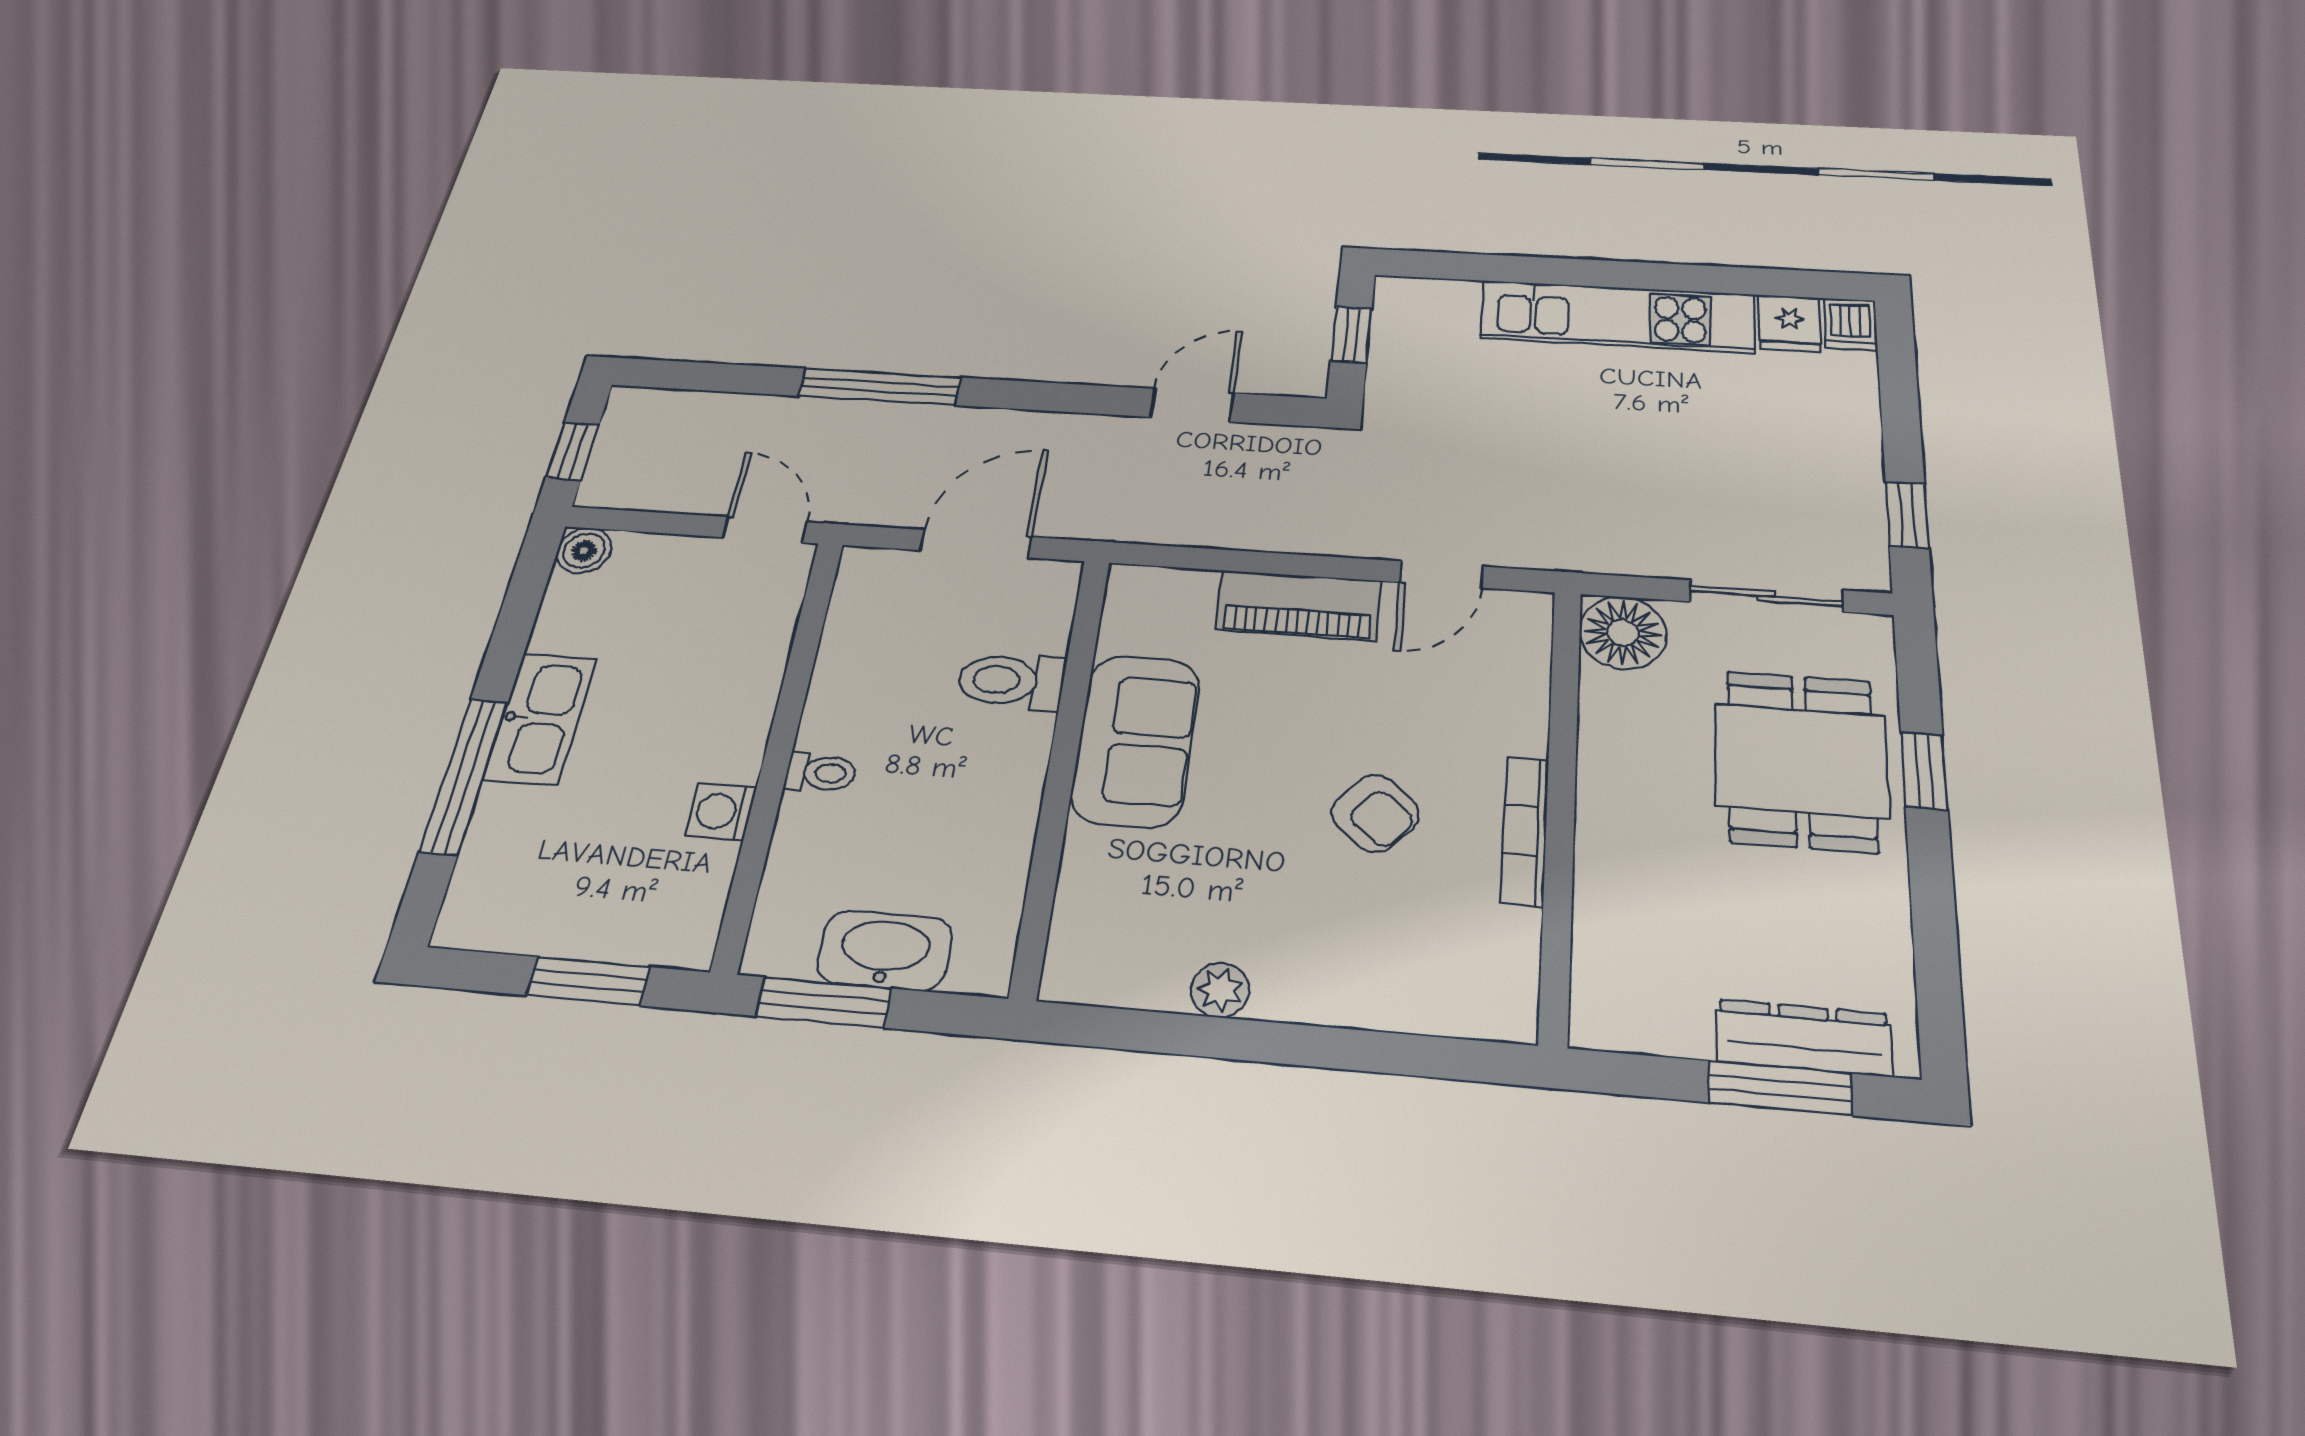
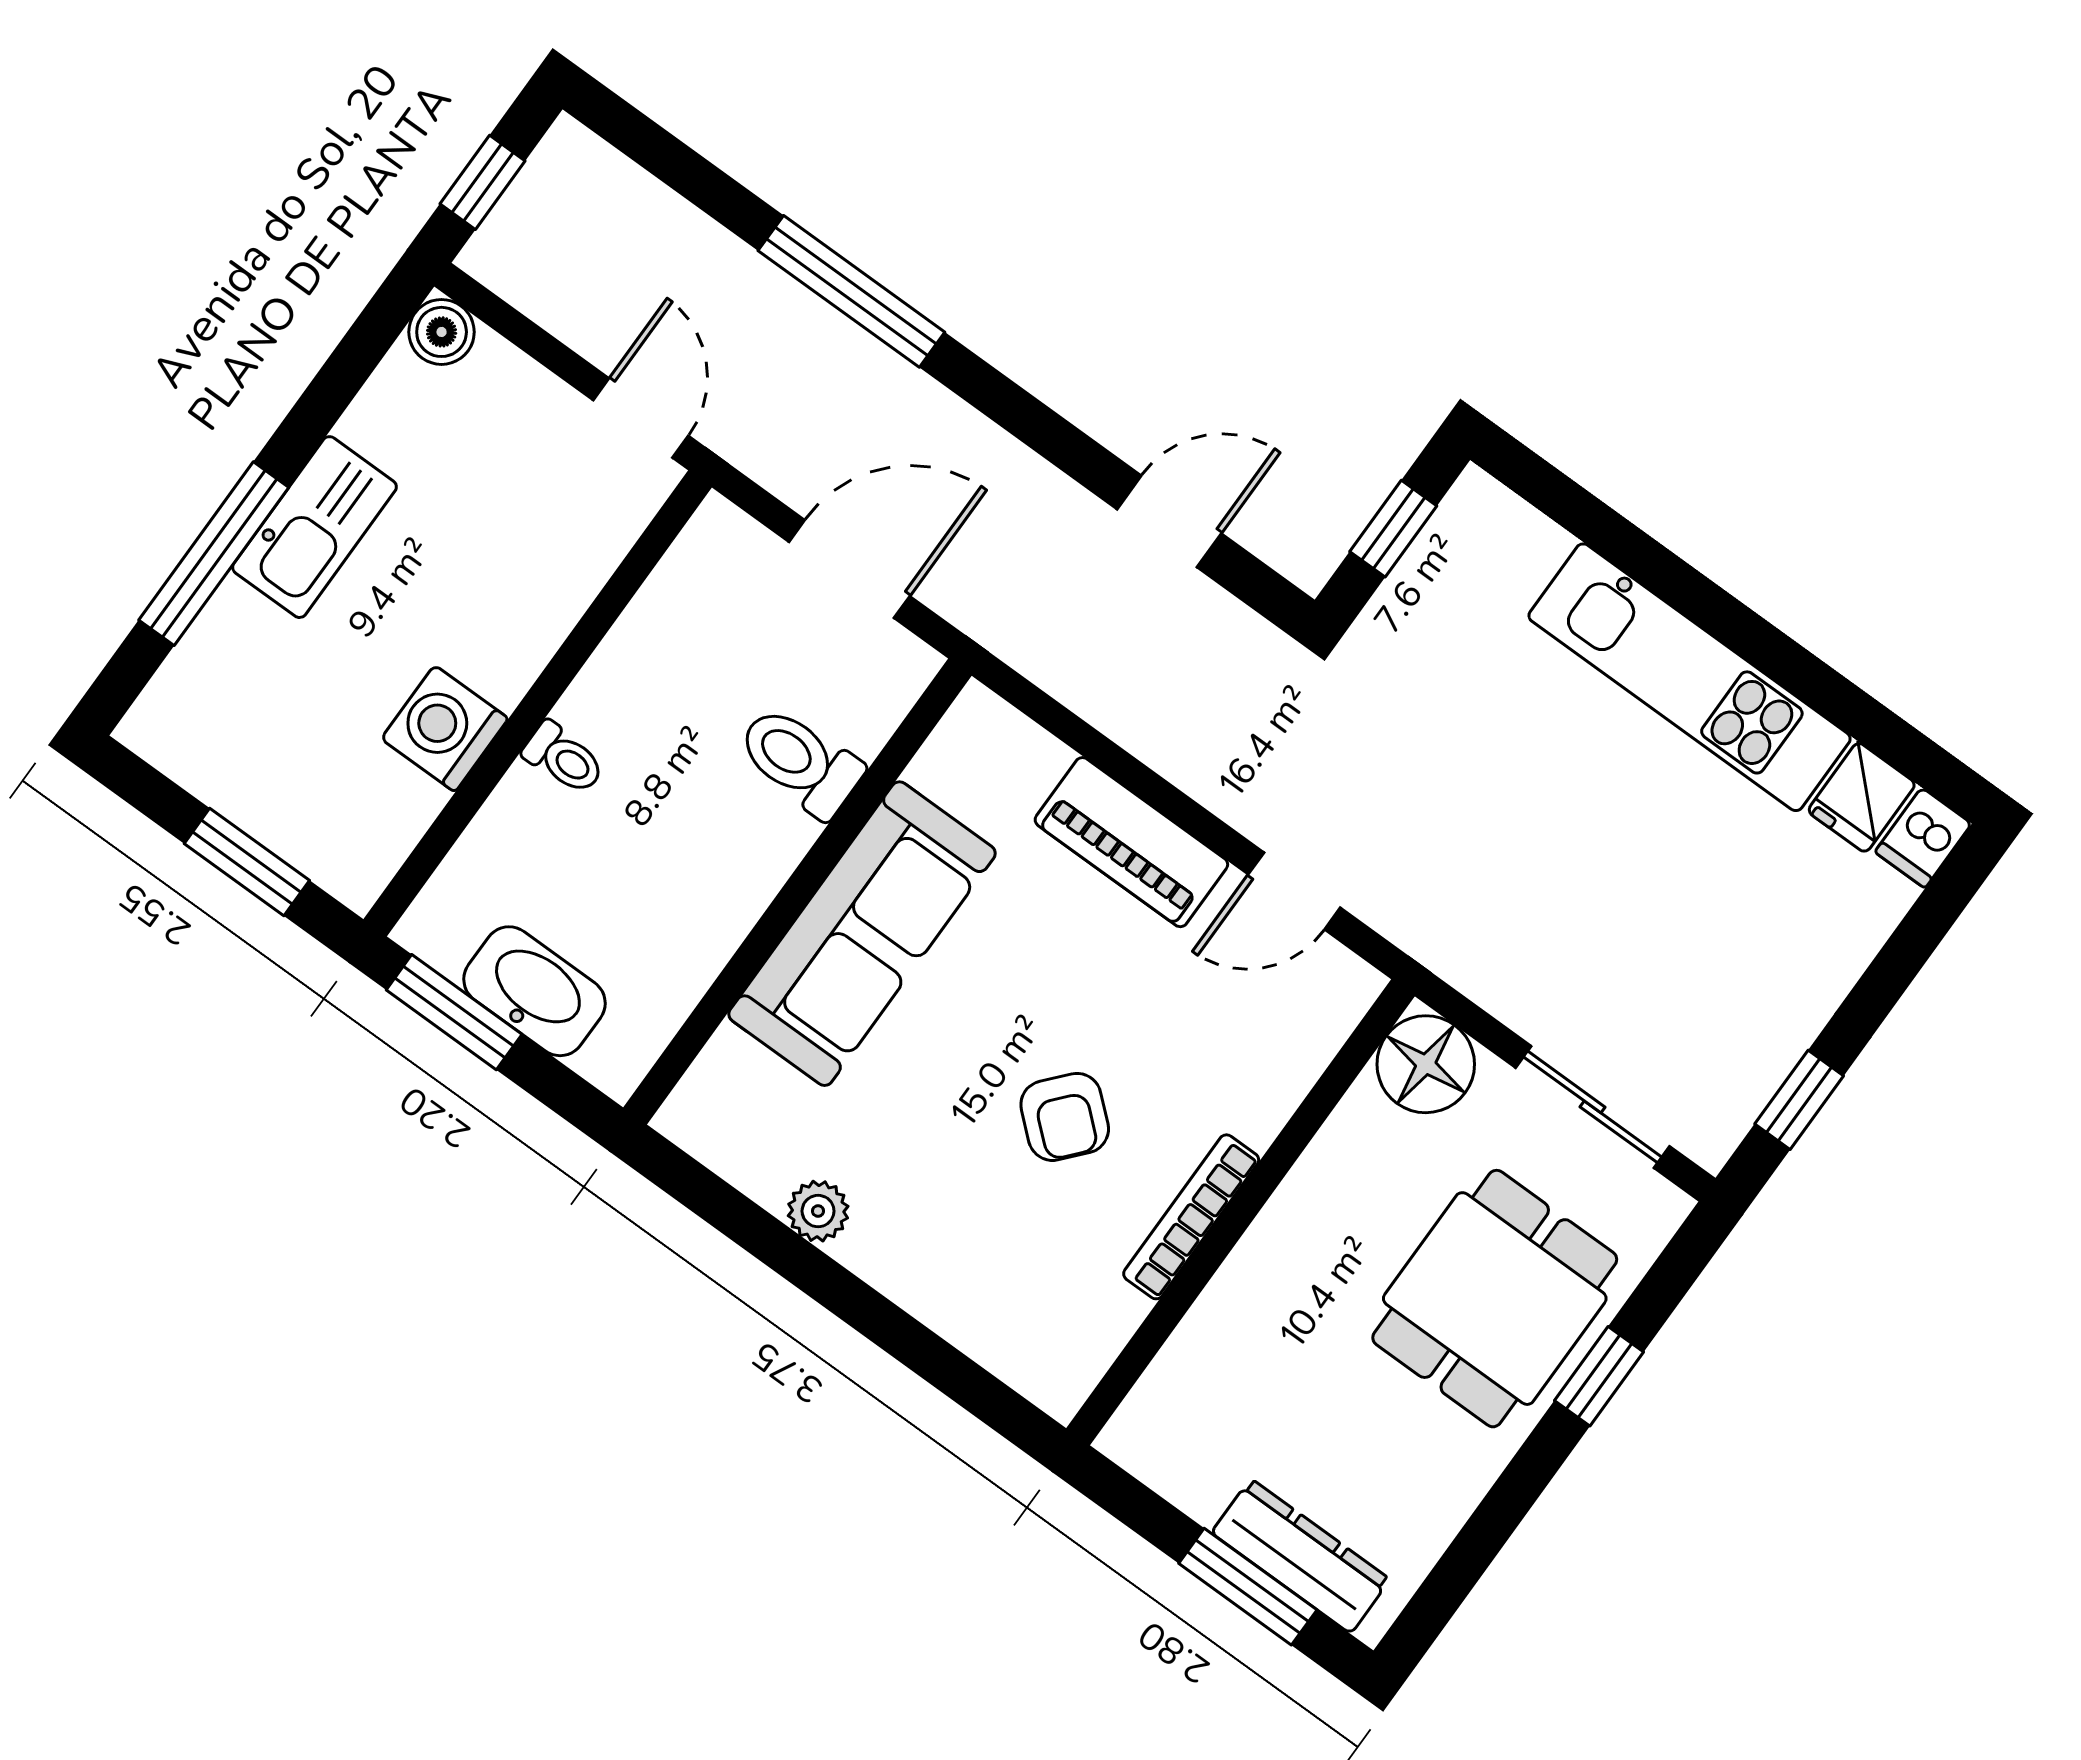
sofa: (1135, 740) -> (862, 934), width x1.36
washing machine: (721, 812) -> (445, 729), width x1.38, depth x1.38

